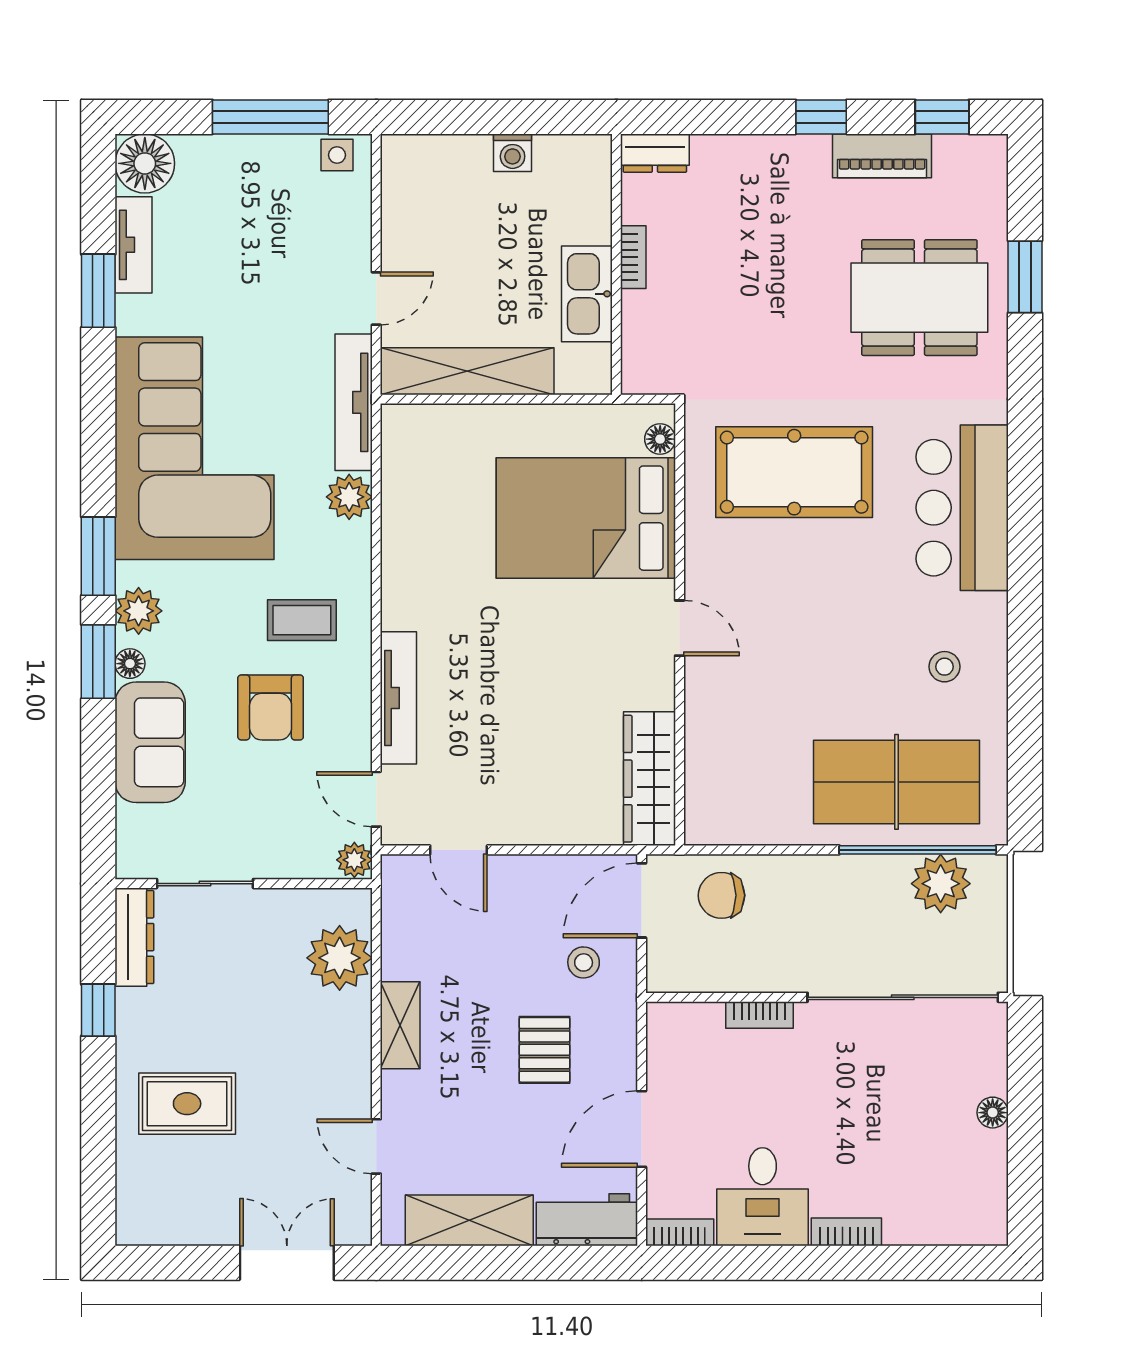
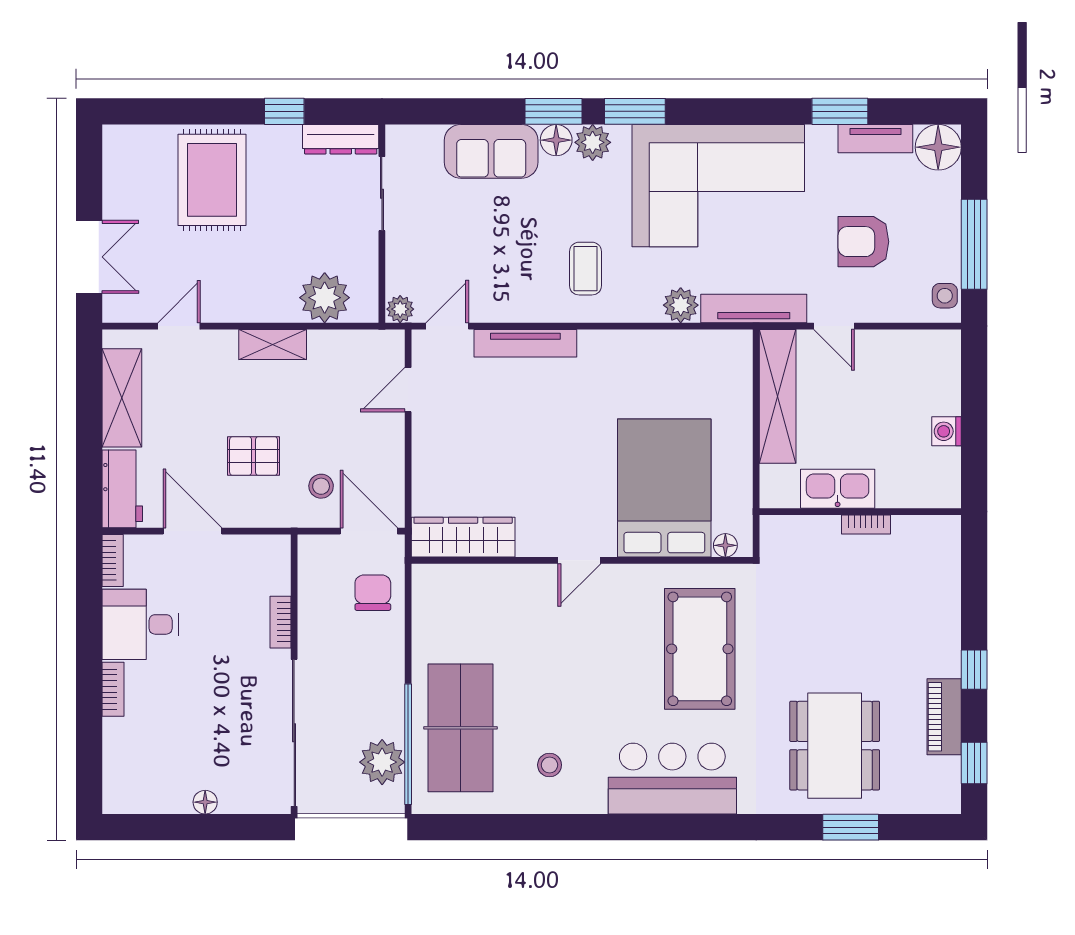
dresser: (655, 153) -> (946, 541), removed
floor lamp: (130, 664) -> (556, 140), width x1.37, depth x1.37
armchair: (271, 707) -> (863, 242), moved
rug: (187, 1104) -> (212, 180), width x1.36, depth x1.43

